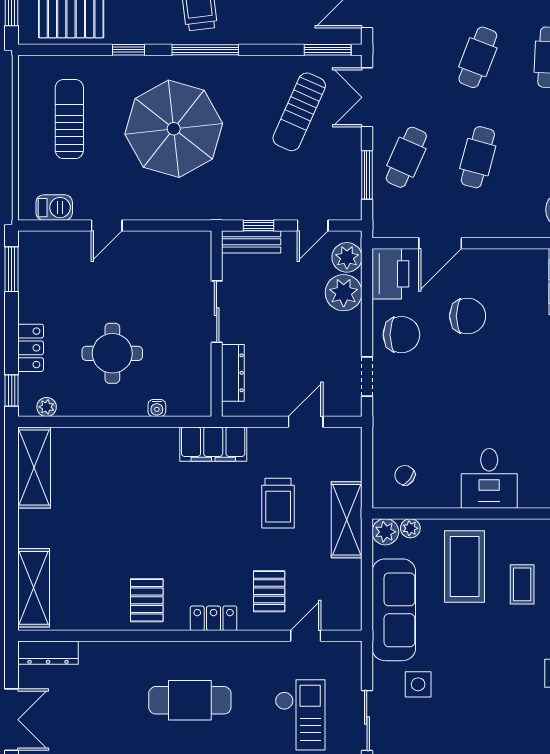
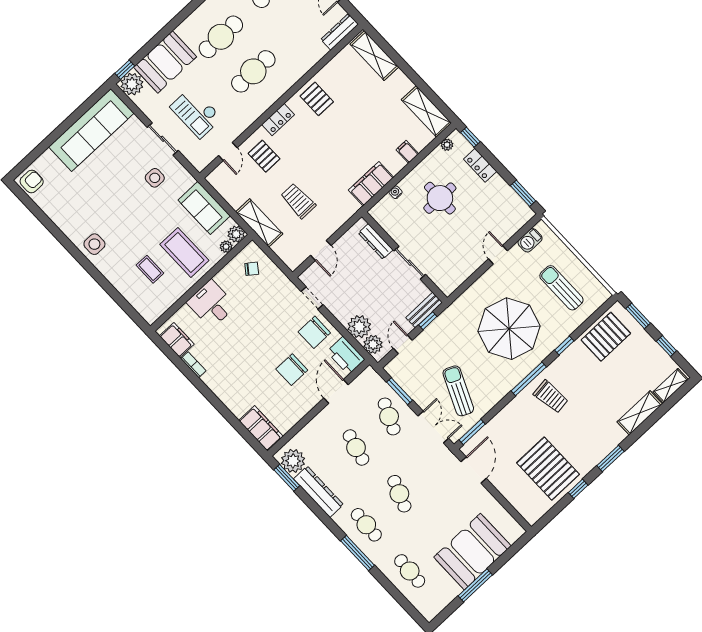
sun lounger: (69, 119) -> (561, 288), turned 180
filing cabinet: (100, 442) -> (407, 152), added
filing cabinet: (213, 444) -> (371, 184), moved
sofa: (394, 610) -> (204, 208), width x0.73

